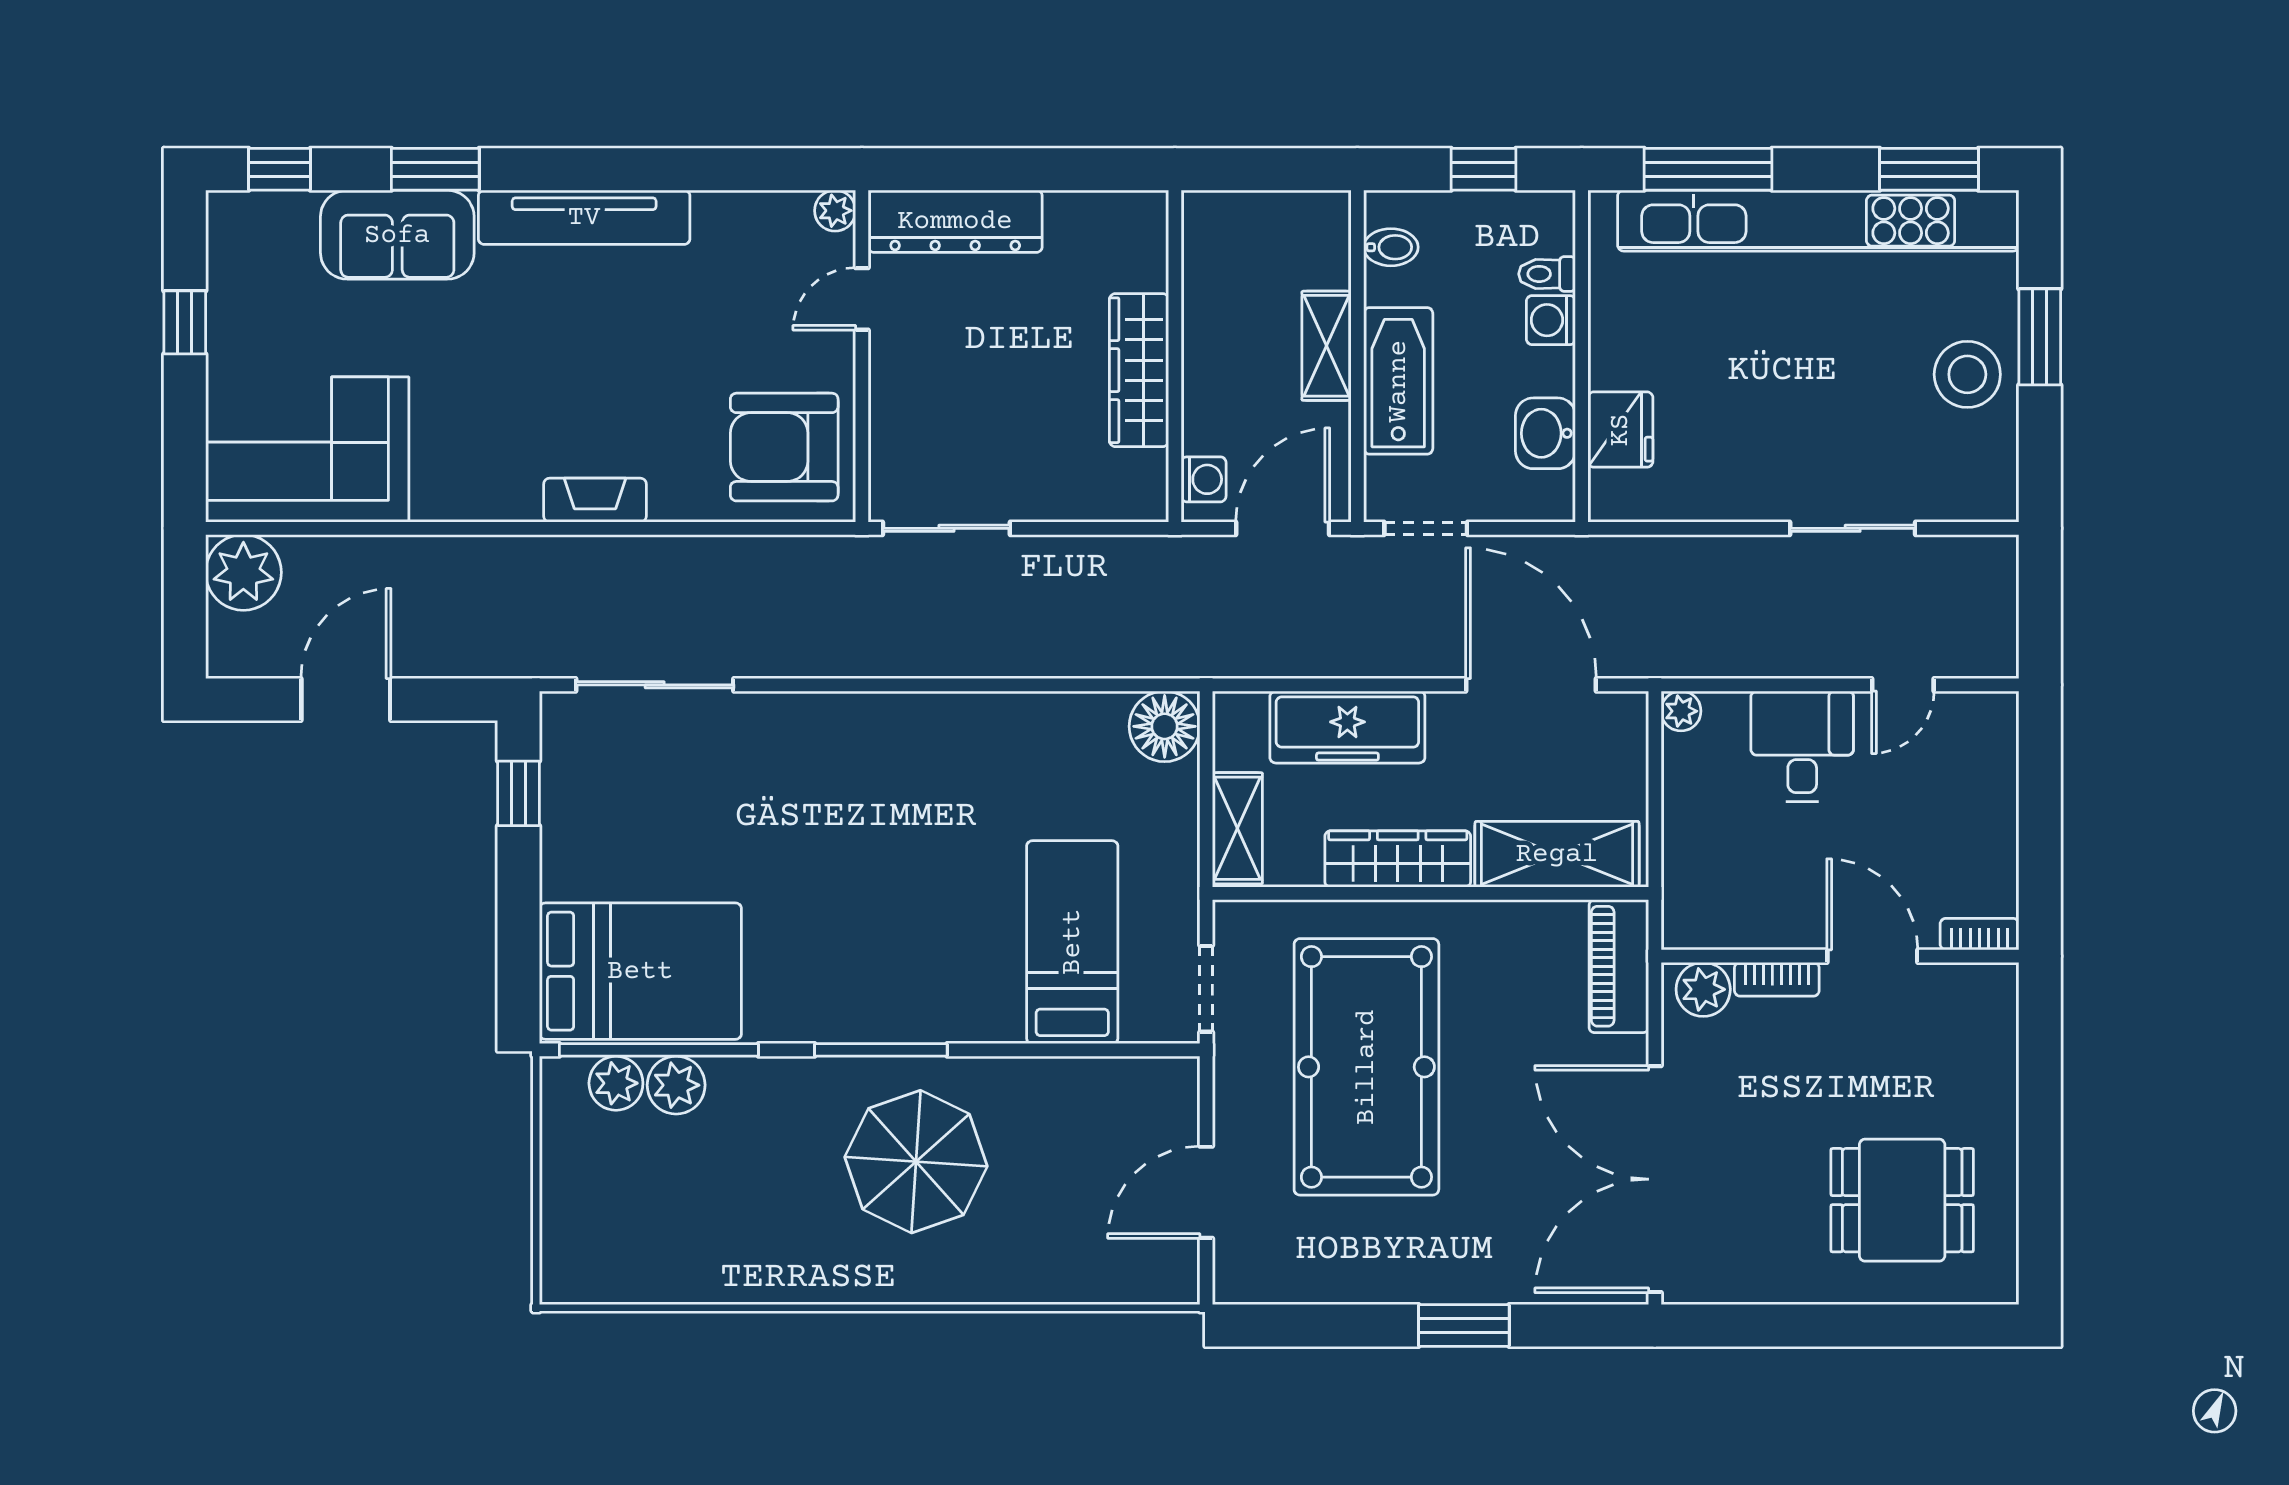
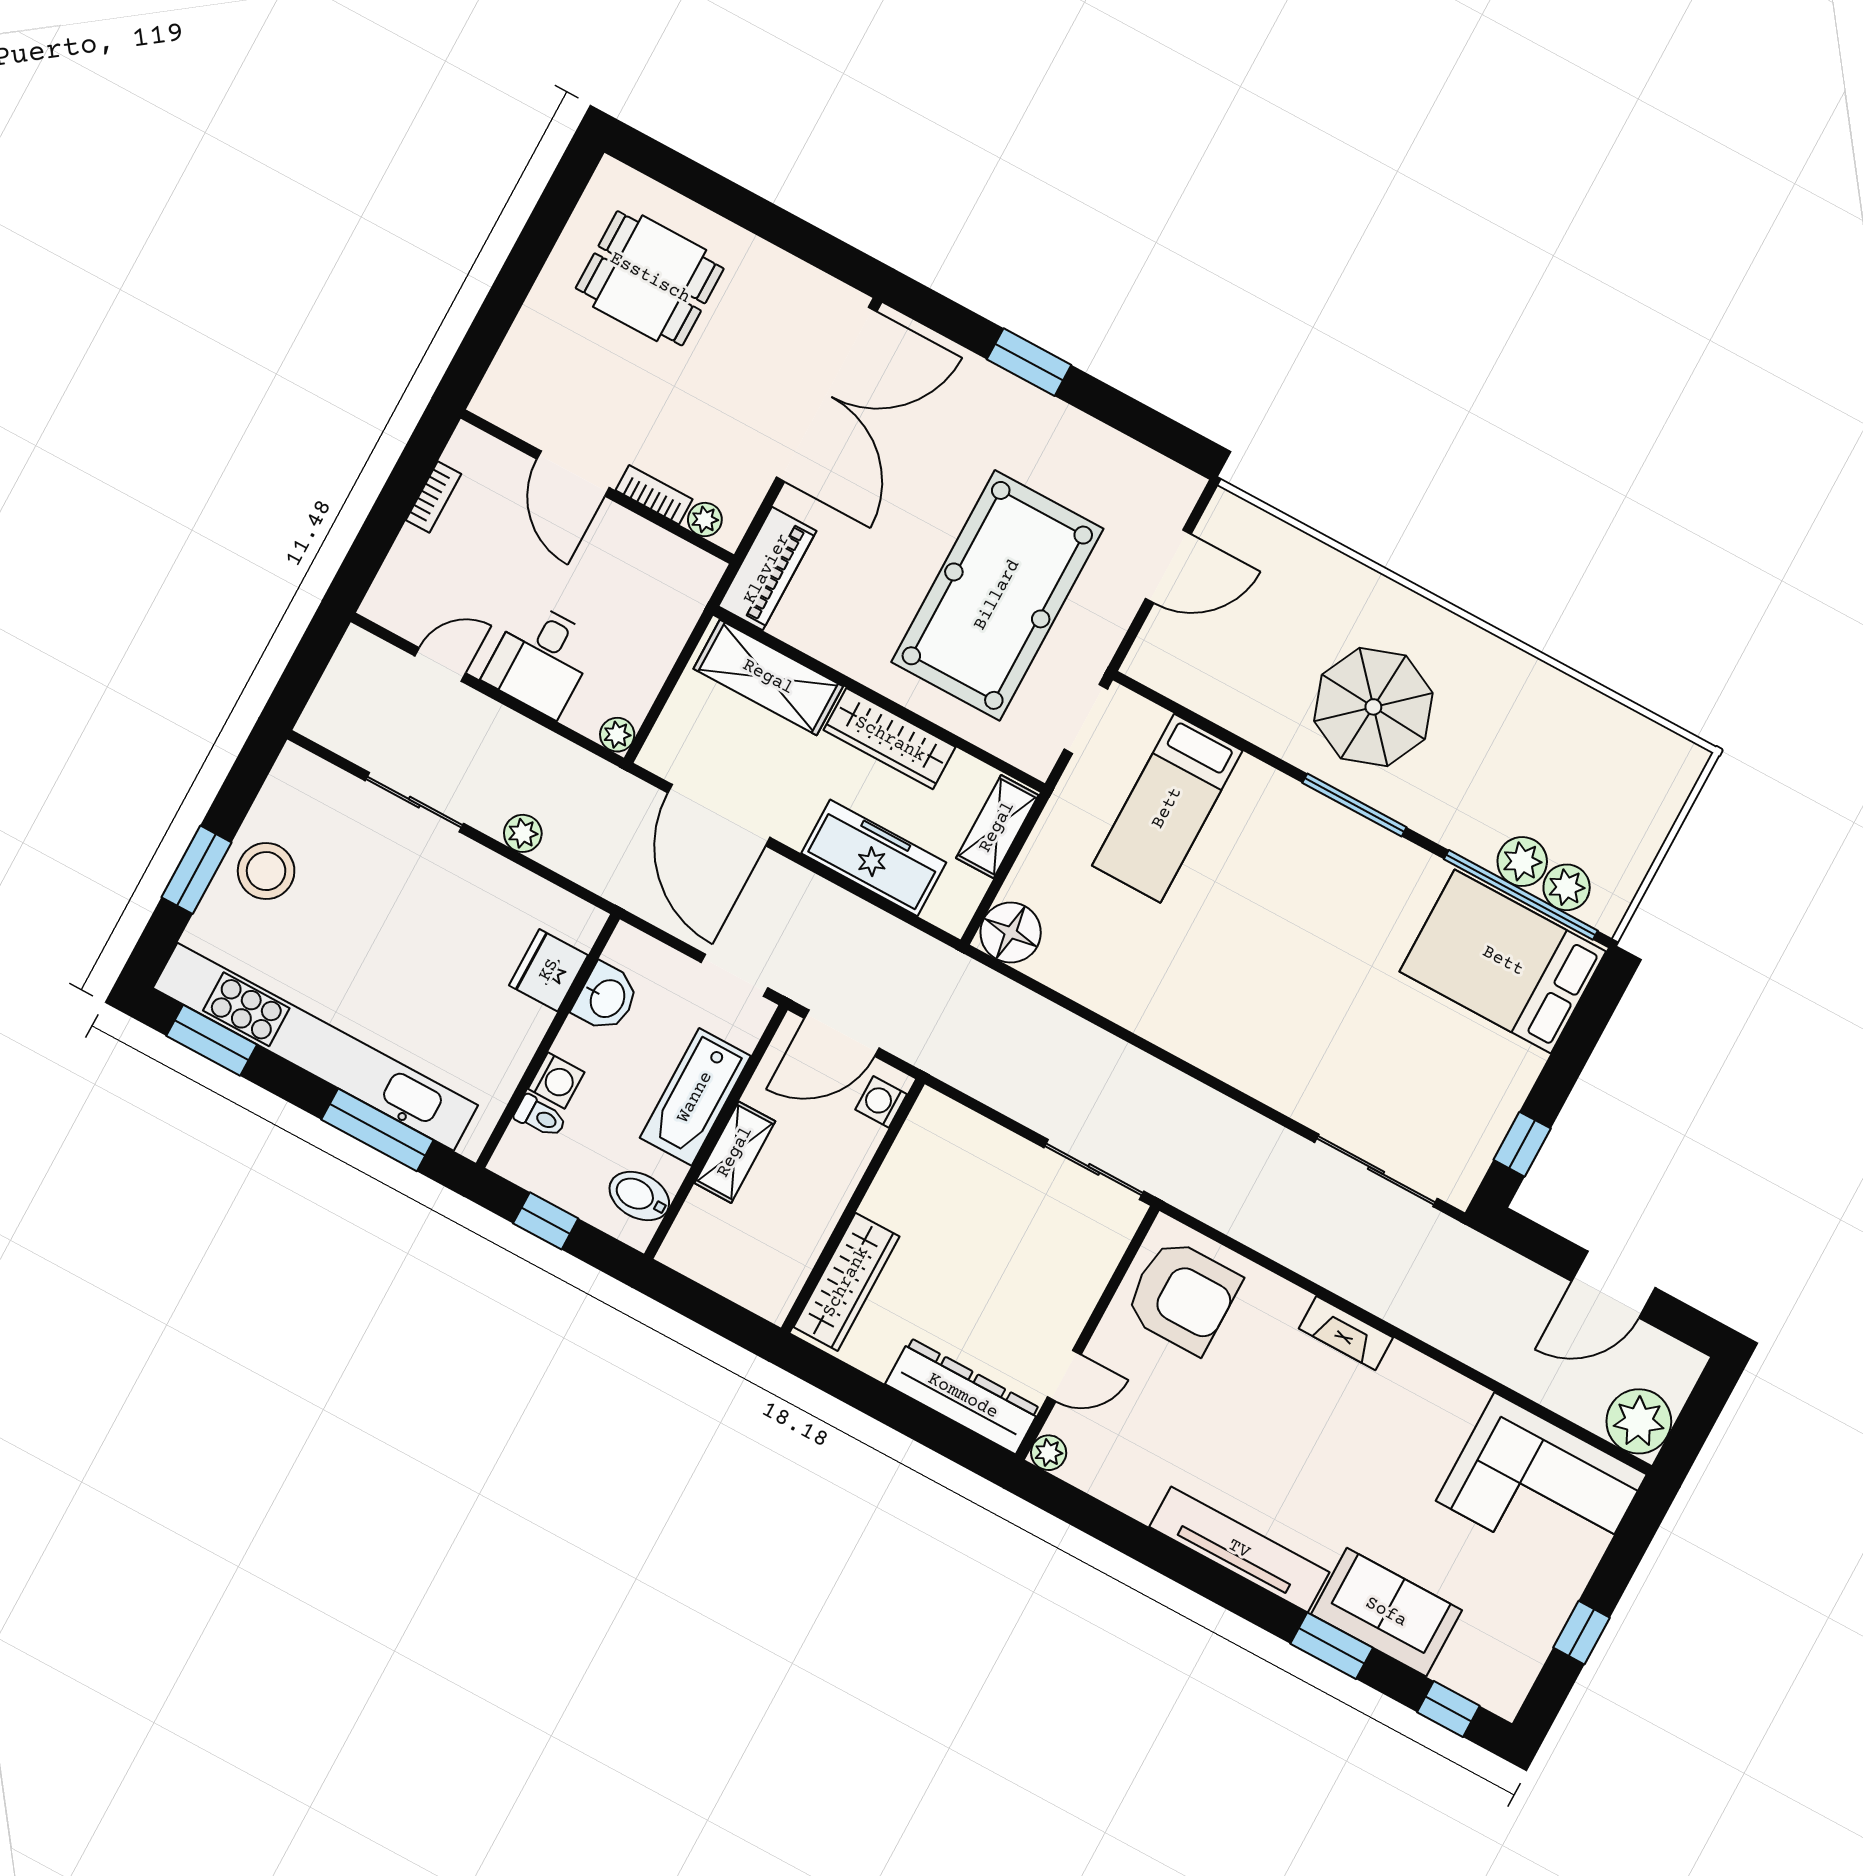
bidet: (1391, 247) -> (639, 1196), width x1.38, depth x1.36
wardrobe: (1139, 370) -> (846, 1282), moved
plant: (1723, 556) -> (523, 833), added
bookcase: (1980, 934) -> (434, 497), moved, turned -90
plant: (1703, 989) -> (705, 520), width x0.73, depth x0.73

